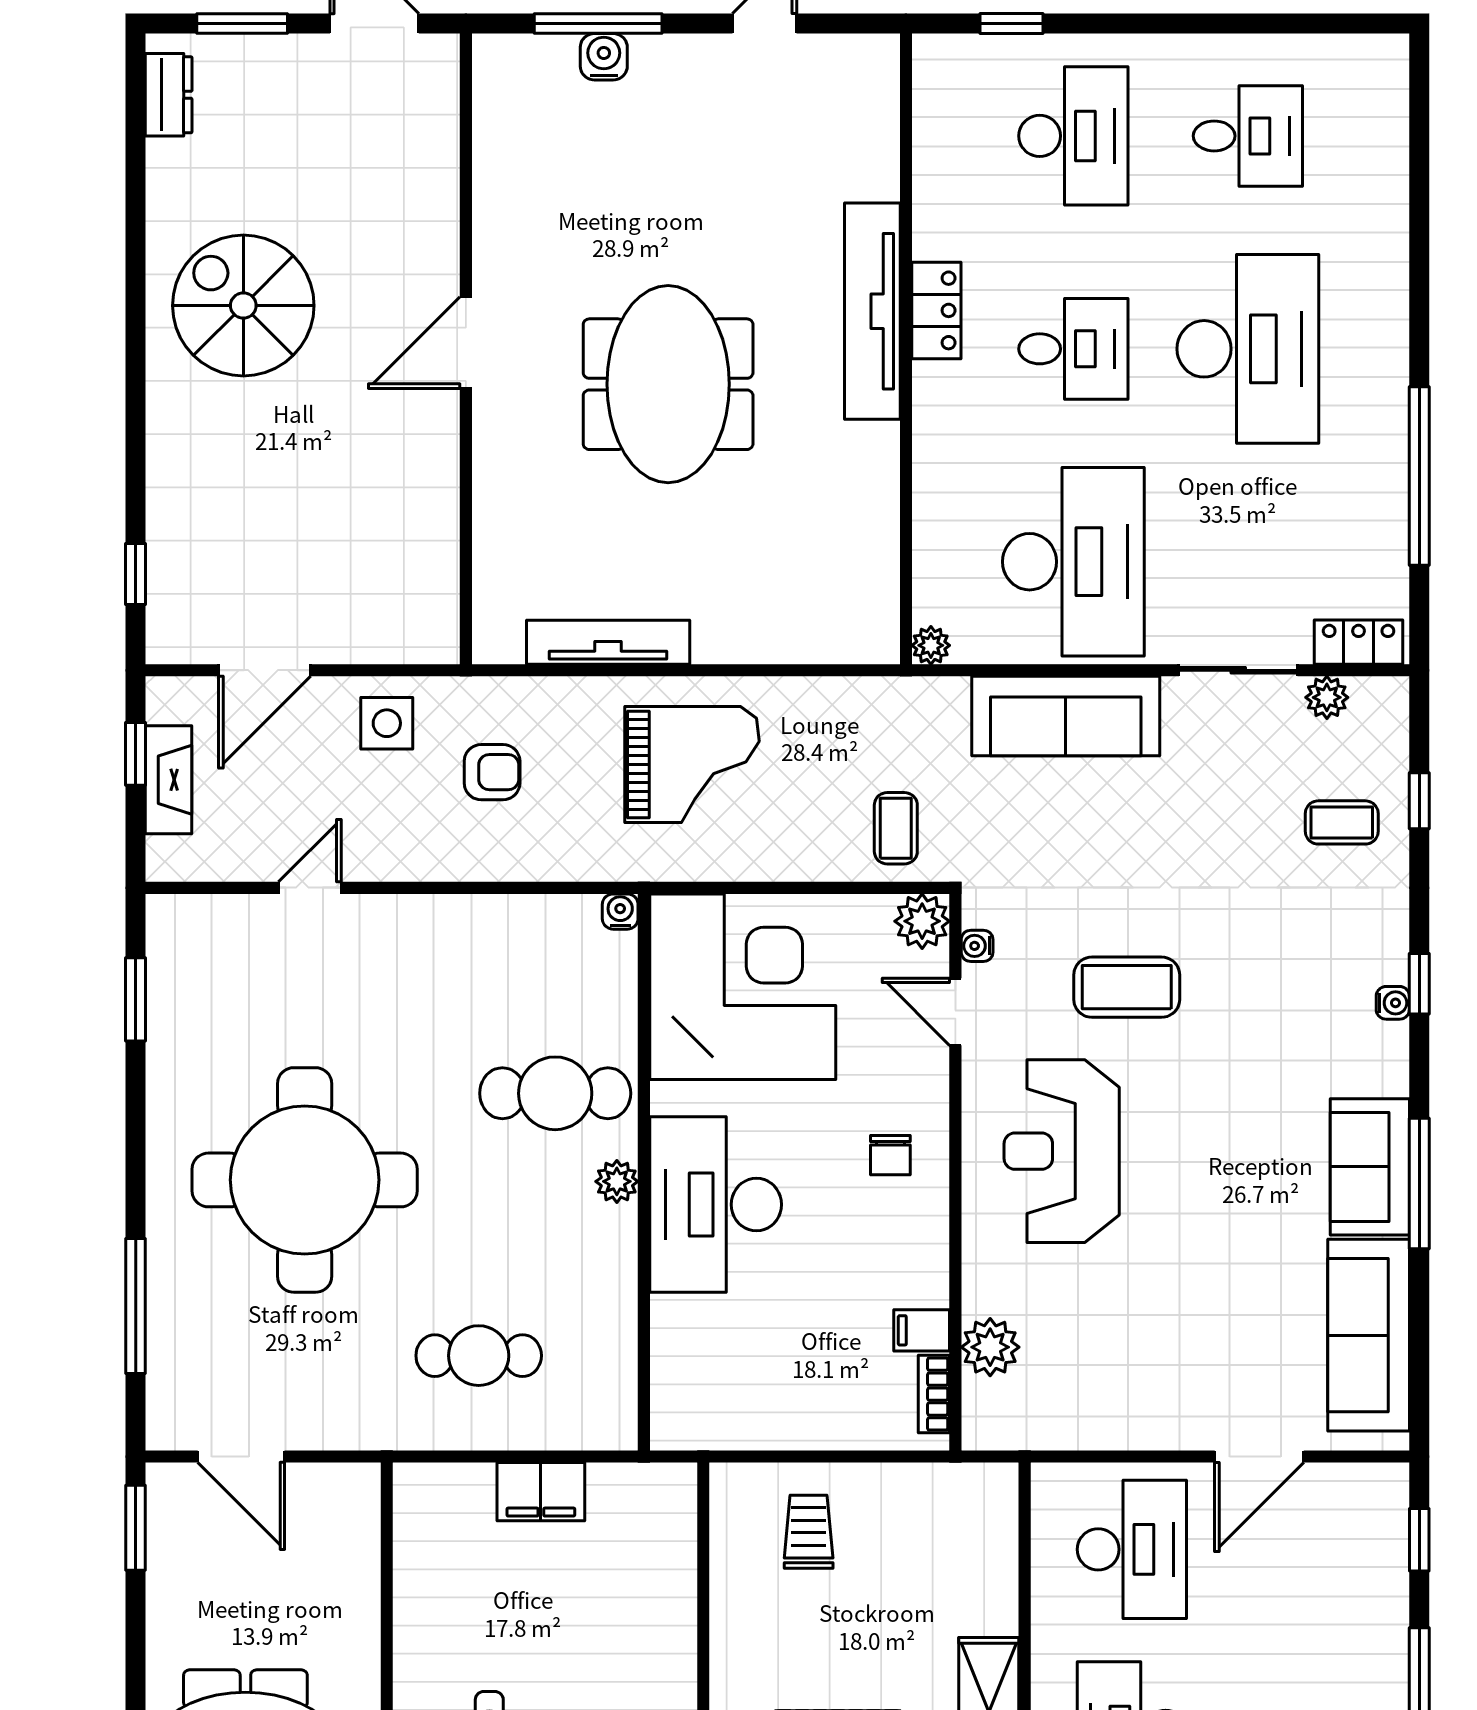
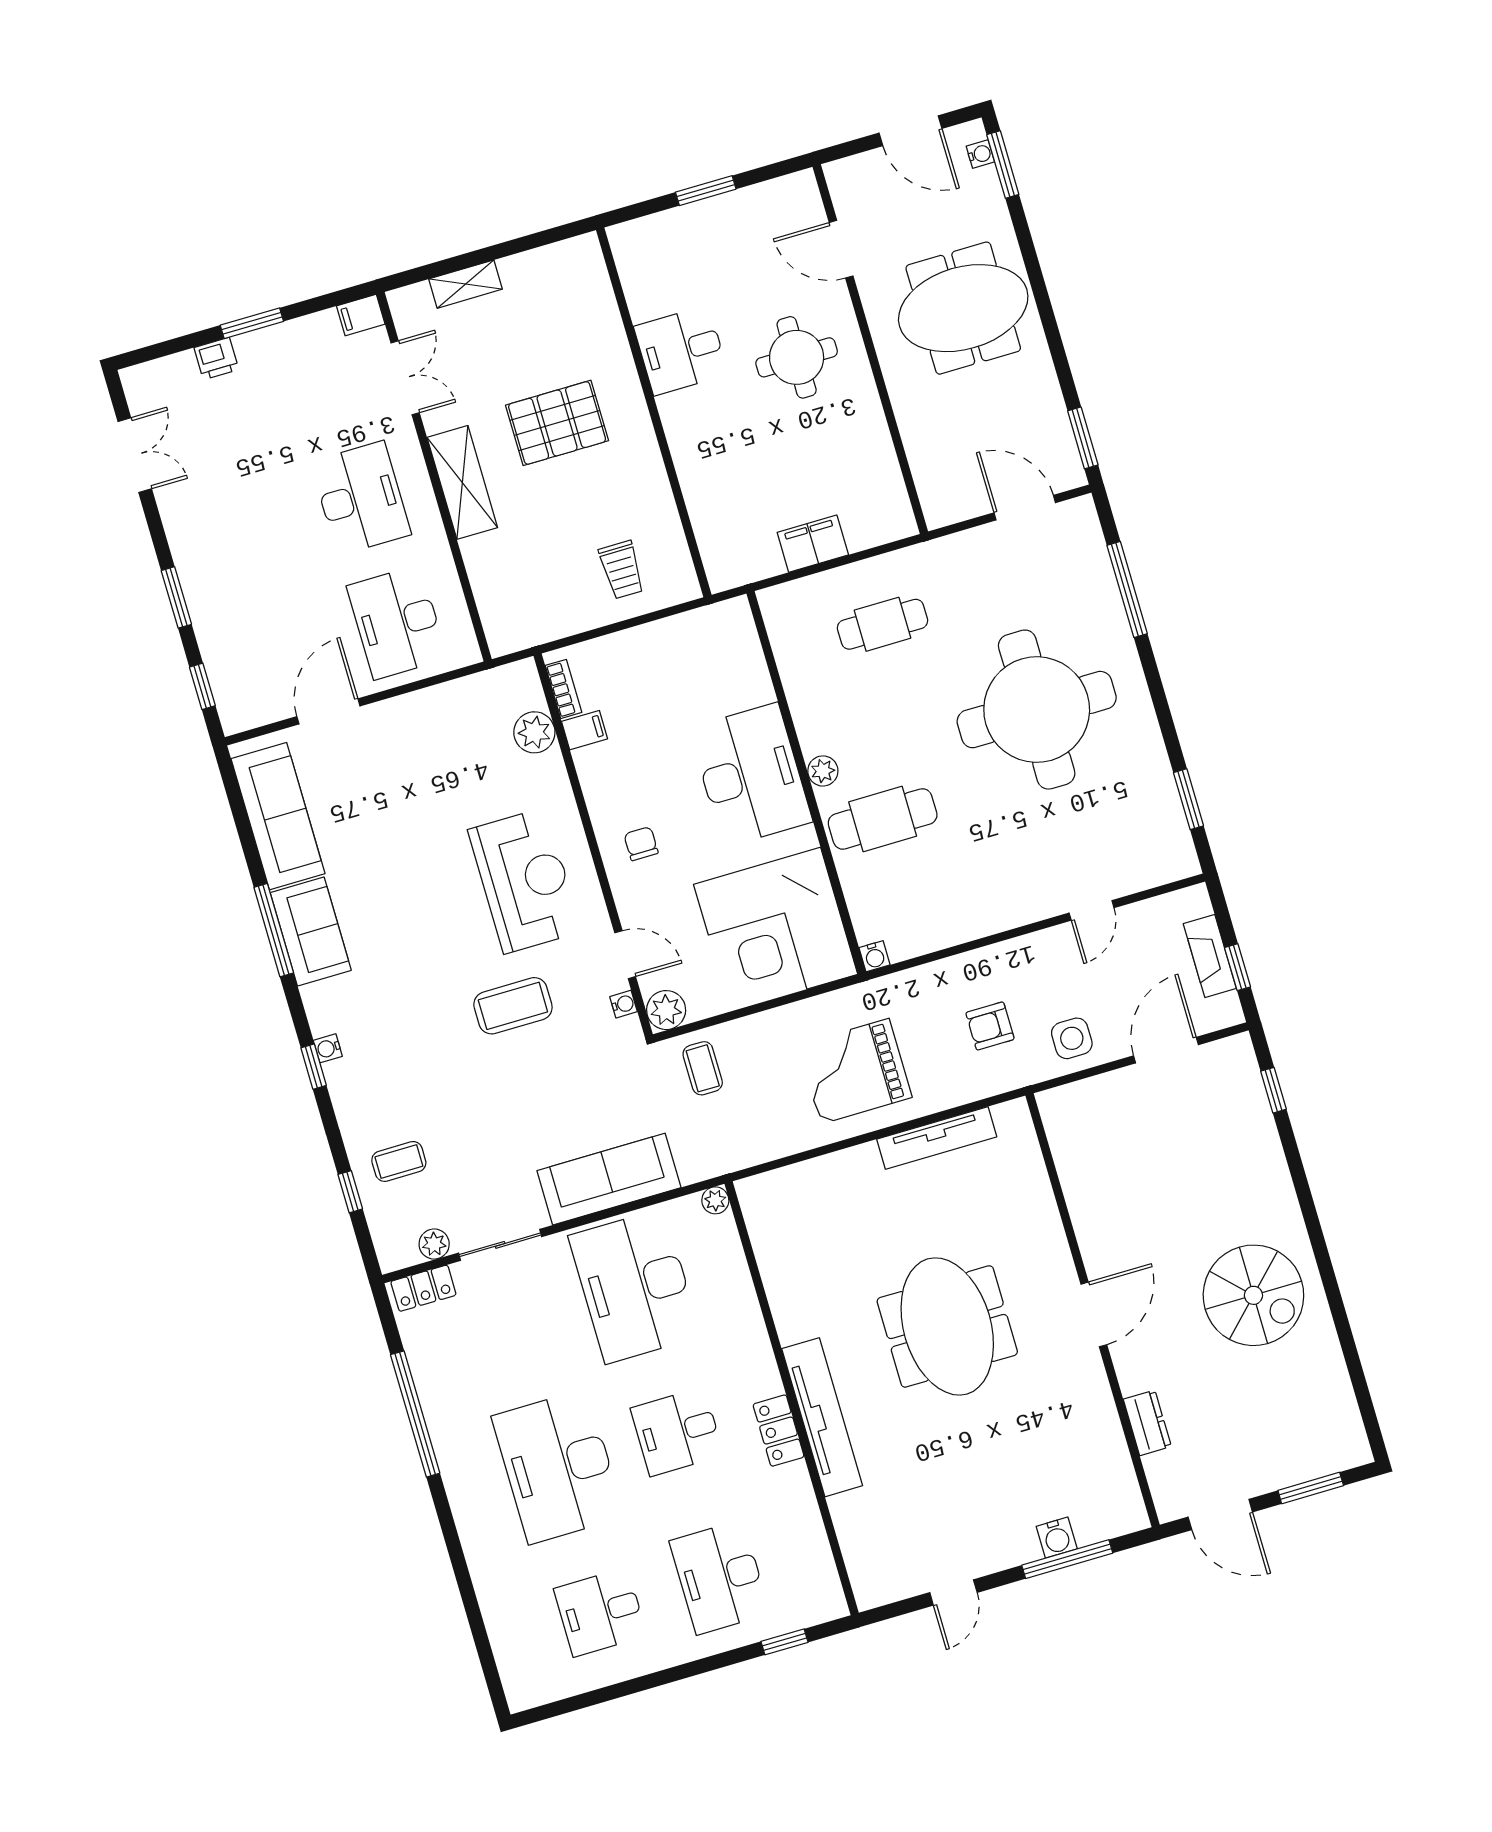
dresser: (169, 95) -> (1147, 1423), moved, turned 180

